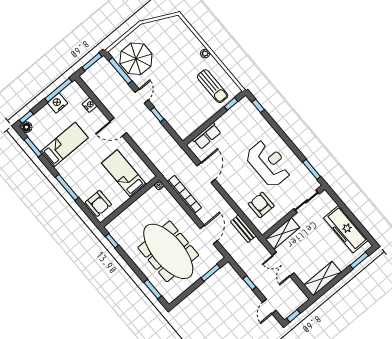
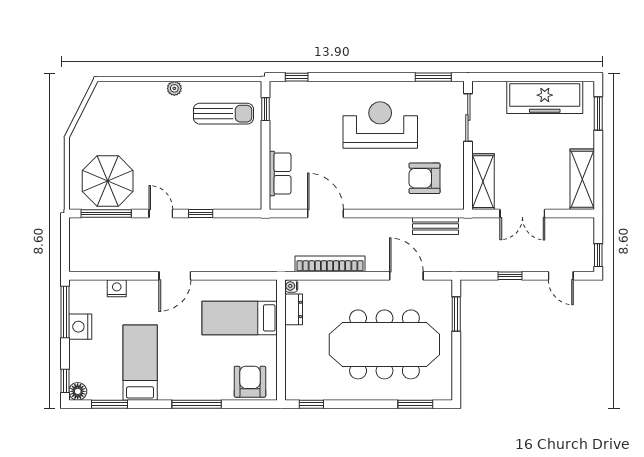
window: (92, 62) -> (65, 240), removed
dresser: (149, 195) -> (294, 309), added
armchair: (98, 203) -> (250, 382), turned -90

